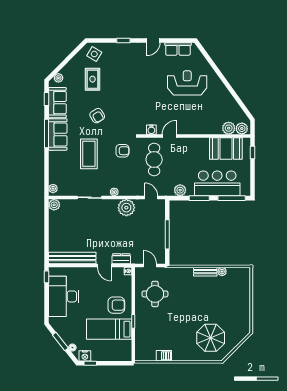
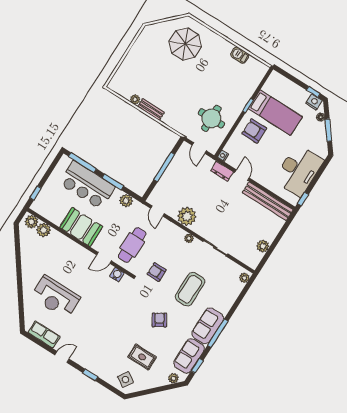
rug: (92, 79) -> (142, 357), turned 90
booth: (226, 149) -> (81, 227), moved
plant: (54, 205) -> (263, 246), moved

